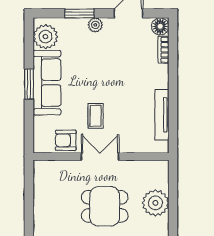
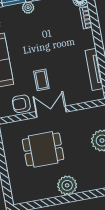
dining table: (105, 206) -> (43, 149), moved

